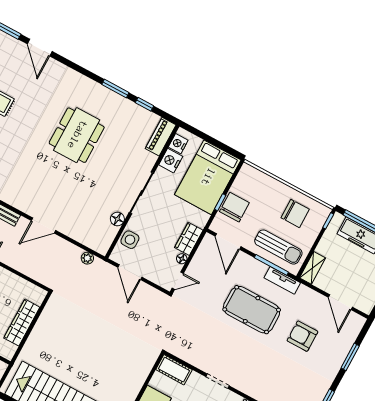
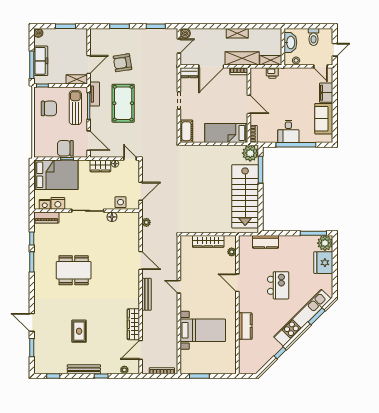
door: (40, 48) -> (32, 322), swing flipped
chair: (295, 213) -> (49, 108), turned 90
door: (228, 241) -> (89, 141), hinge flipped
door: (340, 302) -> (89, 65), moved
armchair: (302, 336) -> (122, 63), turned 81

